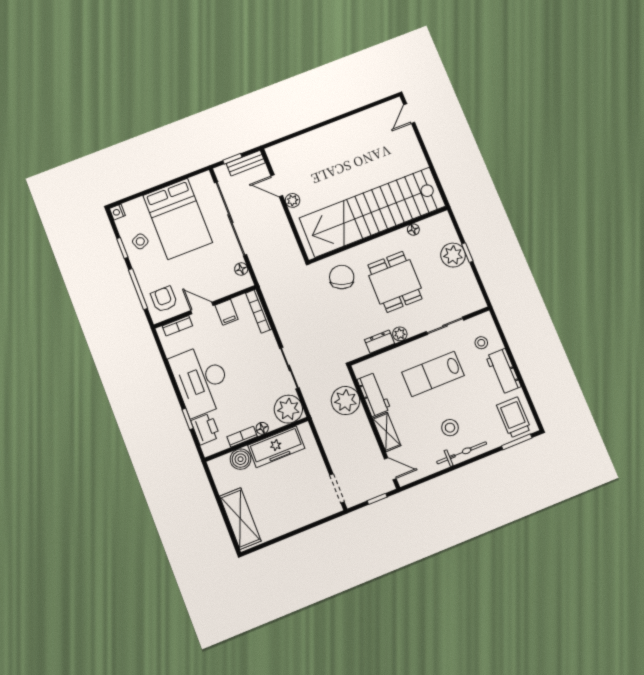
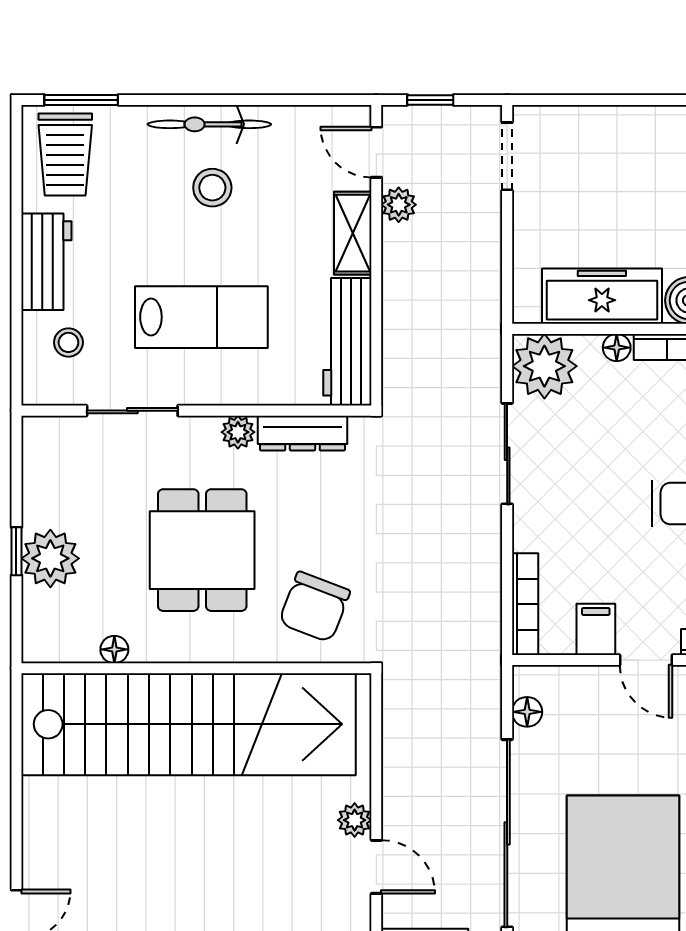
dresser: (380, 342) -> (303, 433), width x1.44
workbench: (374, 394) -> (347, 342), width x1.38
plant: (346, 401) -> (399, 205), moved, width x0.53, depth x0.53

